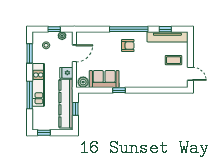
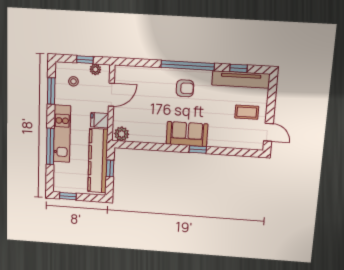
sofa: (104, 79) -> (187, 134), moved
window: (119, 90) -> (198, 150), moved

